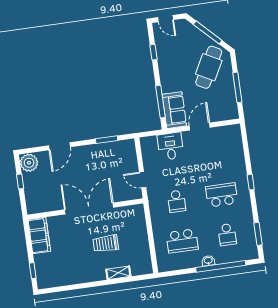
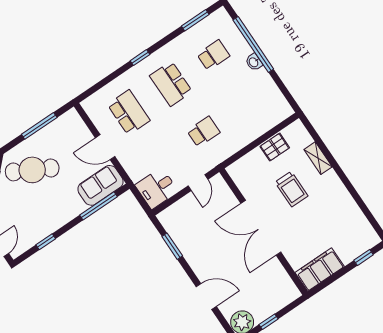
desk: (170, 146) -> (157, 188), moved
school desk: (182, 241) -> (129, 112), moved
pallet: (141, 246) -> (275, 147), added

